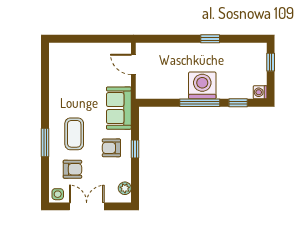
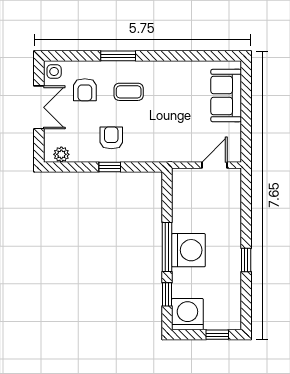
washing machine: (260, 92) -> (187, 314), width x1.89, depth x1.89
sofa: (119, 108) -> (226, 96), moved, turned -90
coffee table: (74, 134) -> (129, 92), width x0.73, depth x0.77

